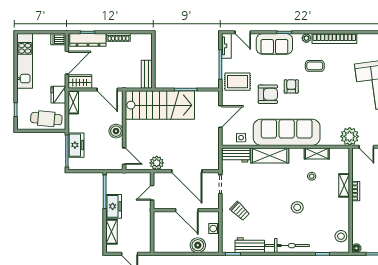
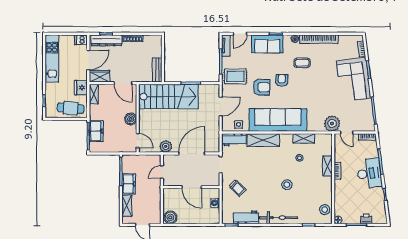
door: (243, 32) -> (240, 34), hinge flipped
door: (187, 171) -> (192, 153), swing flipped
boiler: (198, 245) -> (170, 217), moved

